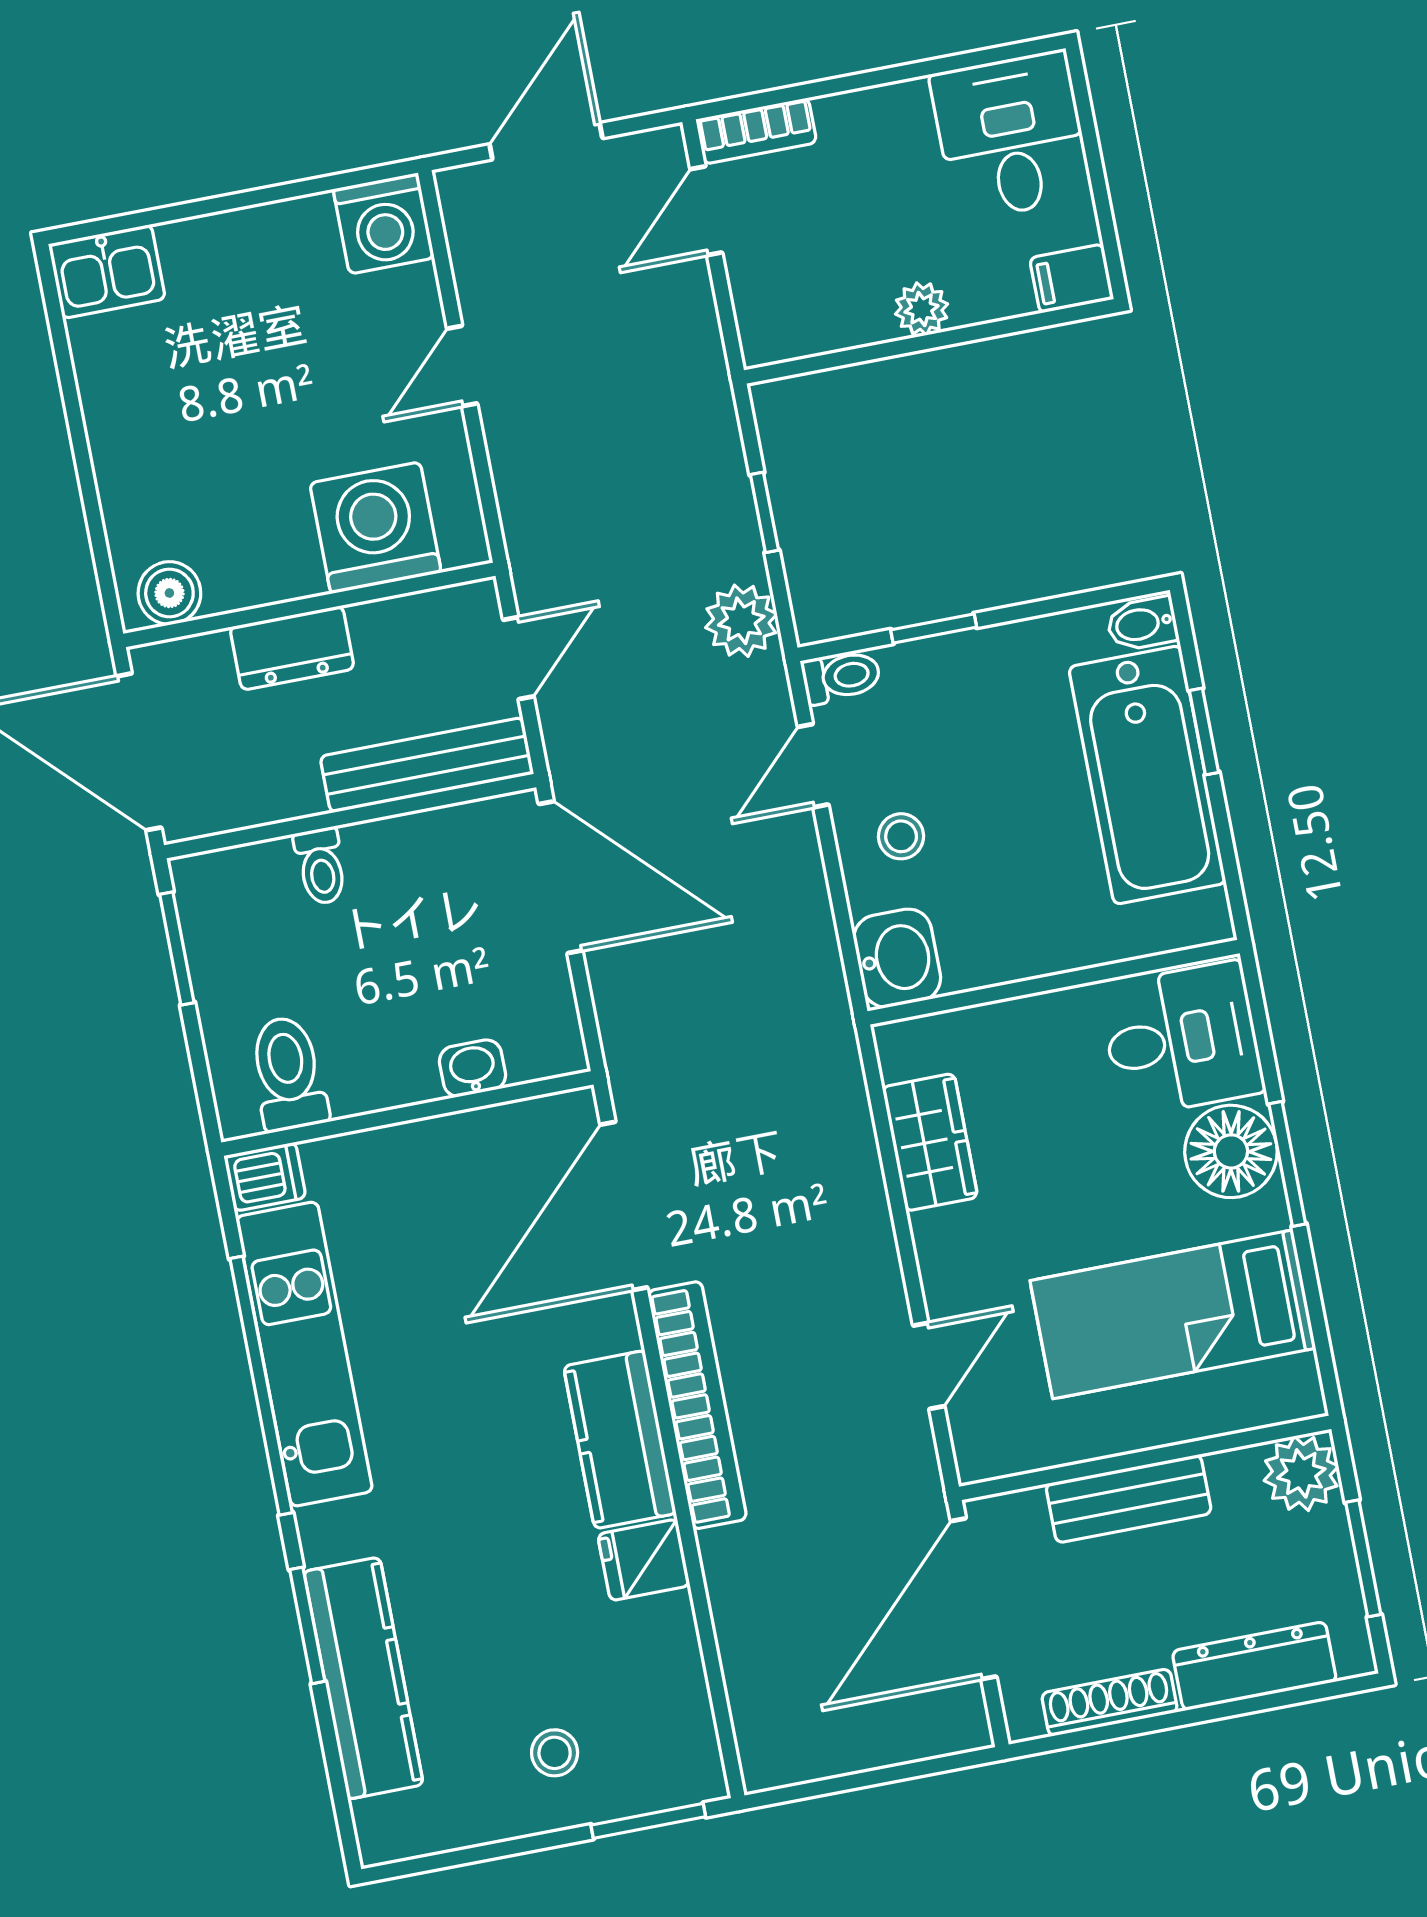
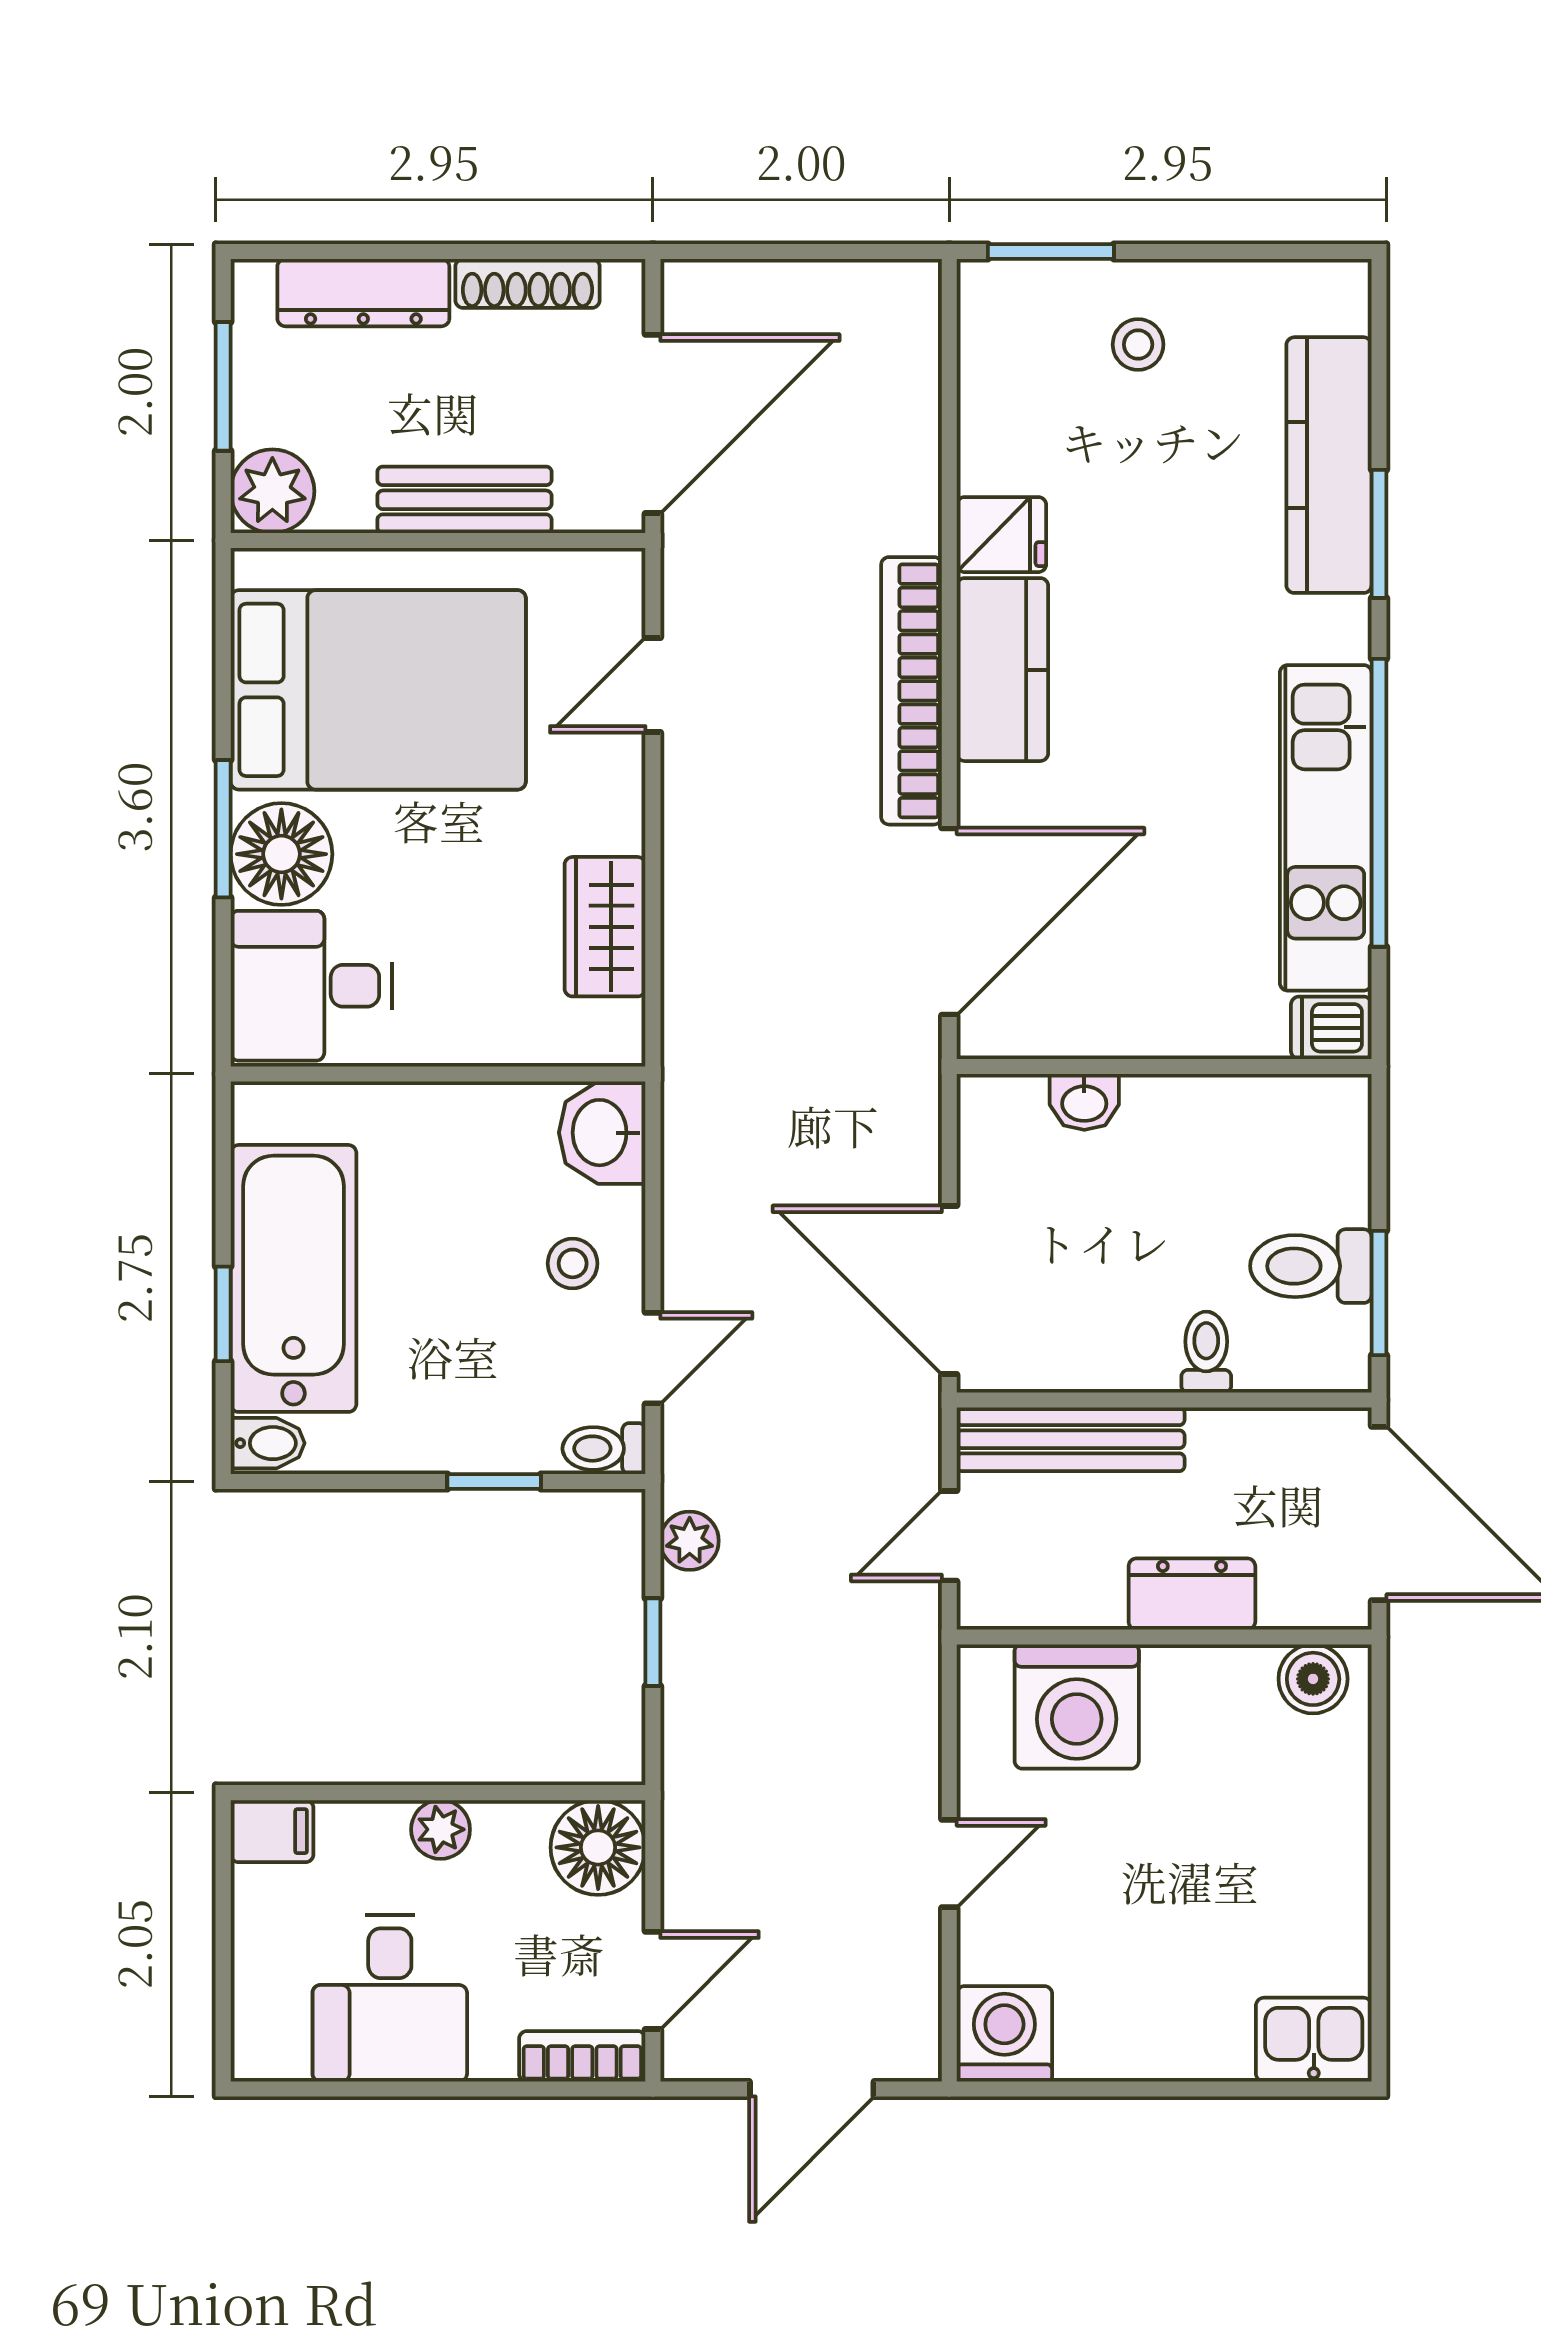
desk: (1011, 136) -> (390, 1998), moved
floor lamp: (778, 320) -> (598, 1847), added
plant: (741, 621) -> (690, 1541), width x0.73, depth x0.73
toilet: (288, 1073) -> (1311, 1266), moved, turned 90
bed: (1173, 1314) -> (378, 690), width x1.50

